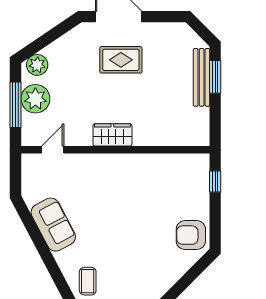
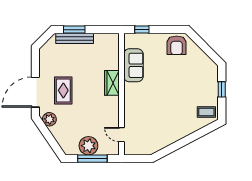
plant: (37, 65) -> (49, 119), moved
wardrobe: (112, 135) -> (112, 83), moved
sofa: (53, 225) -> (133, 65), moved, turned 118

